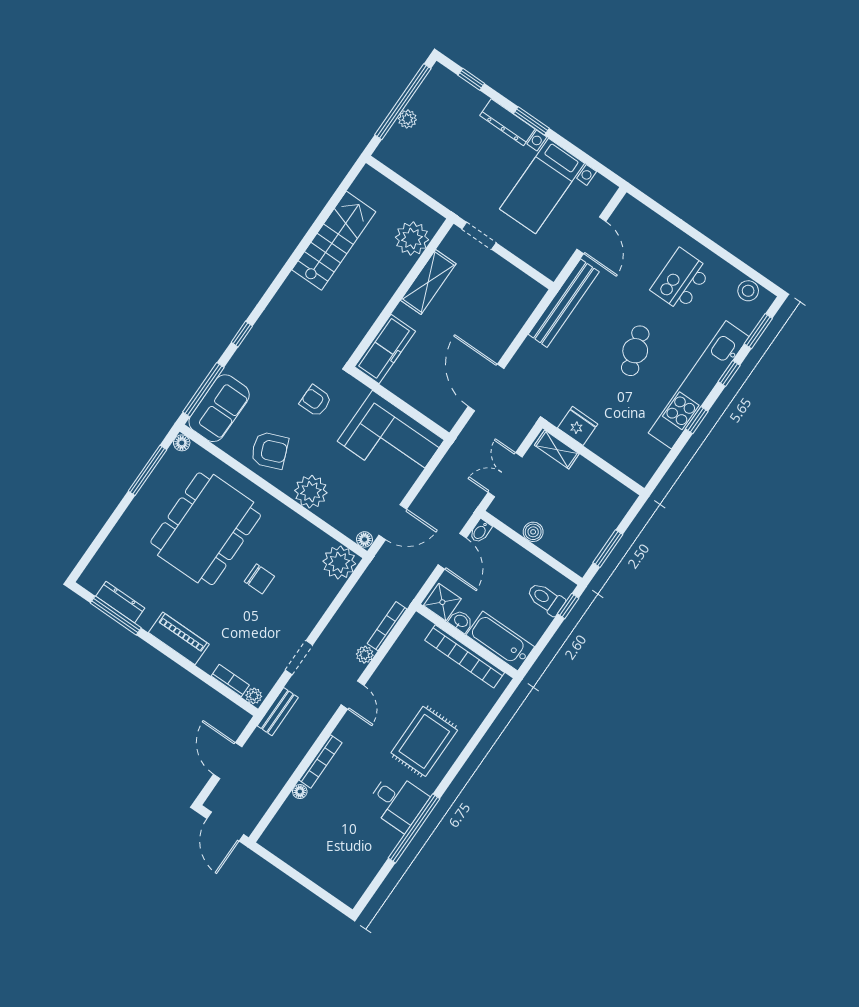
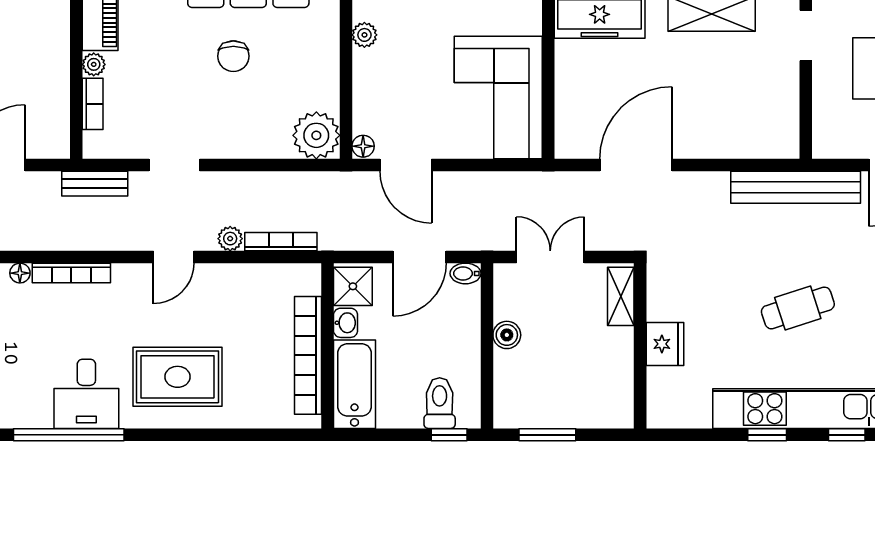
fridge: (578, 426) -> (665, 344), moved
plant: (311, 492) -> (364, 35), width x0.53, depth x0.53
plant: (254, 696) -> (94, 64), moved

